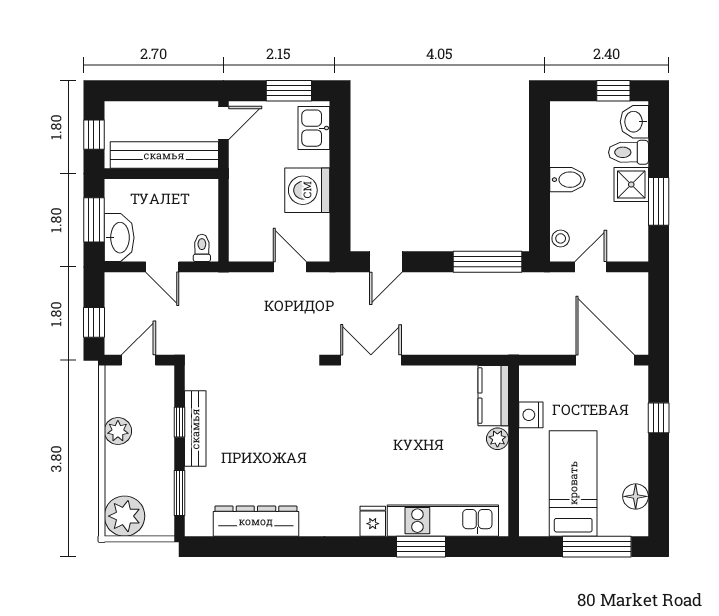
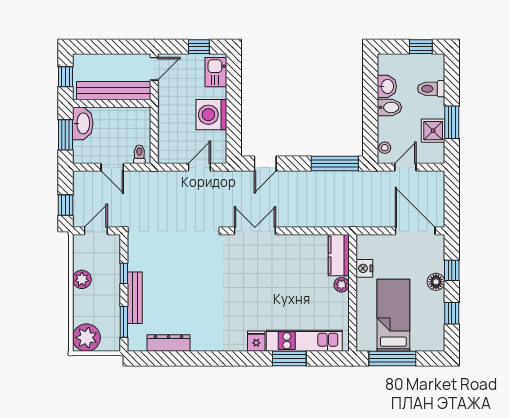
window: (289, 91) -> (199, 47), width x0.67
washbasin: (634, 122) -> (387, 86), moved, turned 180
shower: (631, 184) -> (433, 131), moved
washbasin: (119, 238) -> (83, 123), moved
door: (290, 267) -> (199, 167), hinge flipped
bench: (195, 429) -> (135, 298), moved
window: (659, 480) -> (452, 313), added
floor lamp: (636, 496) -> (436, 282), moved
dresser: (256, 521) -> (168, 343), width x0.73, depth x0.80
window: (597, 547) -> (392, 359), moved

